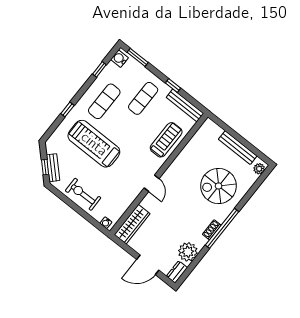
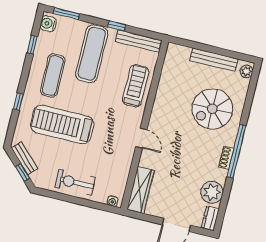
exercise mat: (143, 98) -> (92, 54), width x1.36, depth x1.45
bench: (53, 168) -> (24, 158), moved

